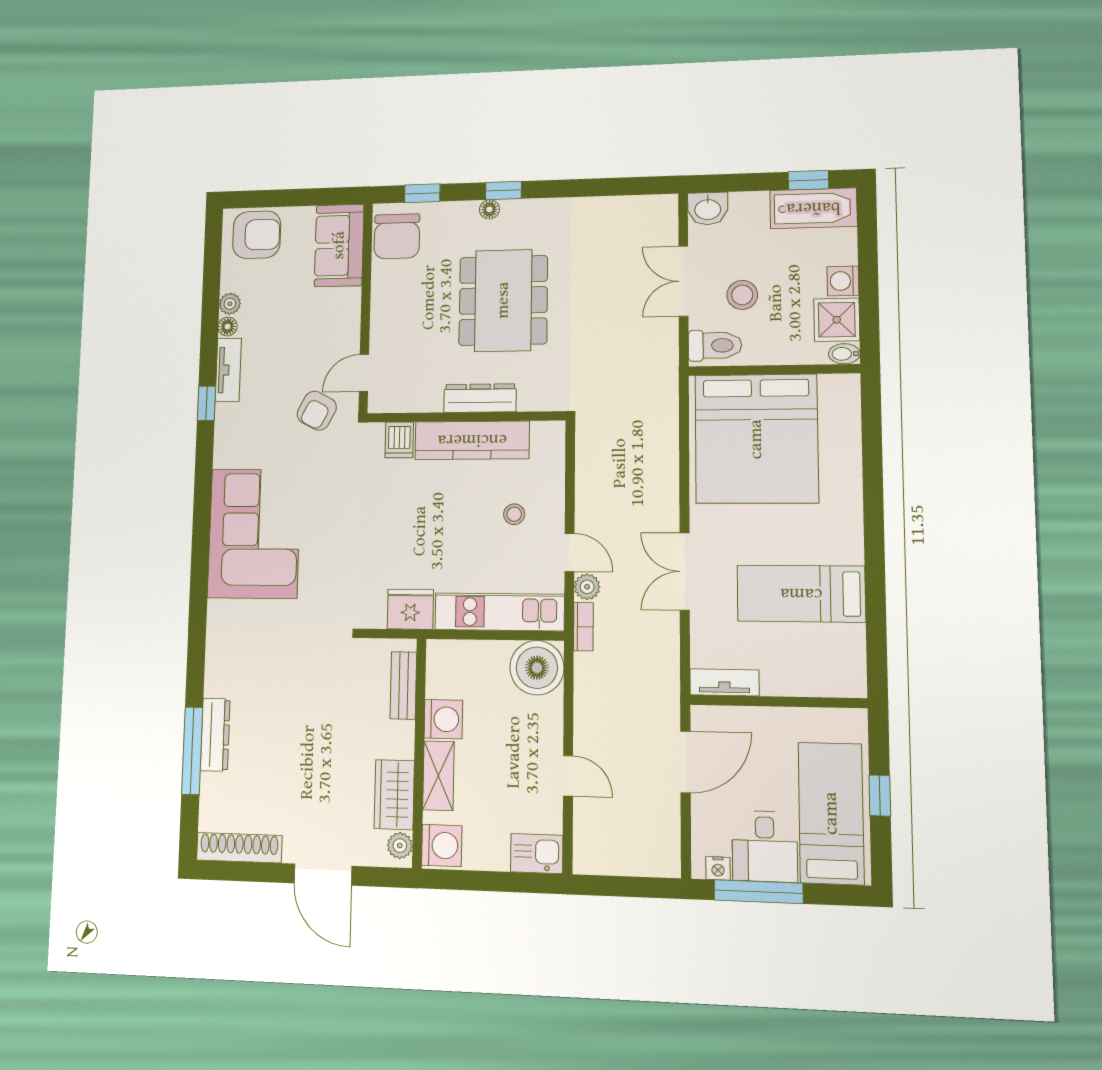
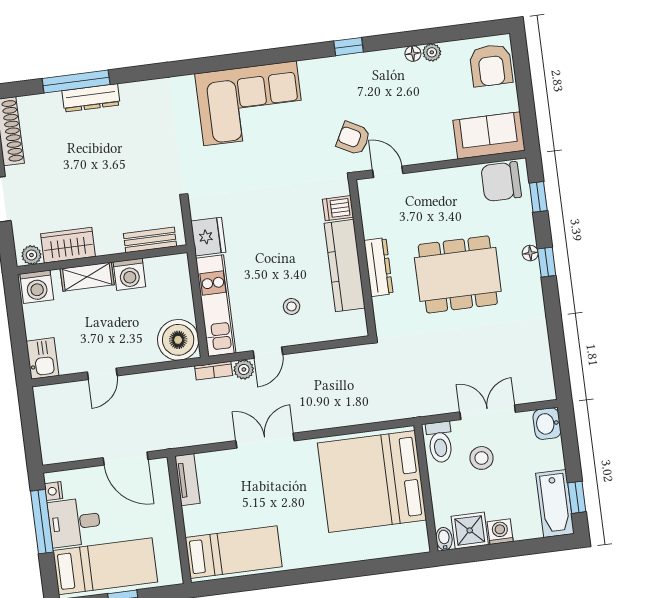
tv unit: (228, 370) -> (378, 60), removed
bed: (801, 594) -> (234, 552), moved, turned 90

